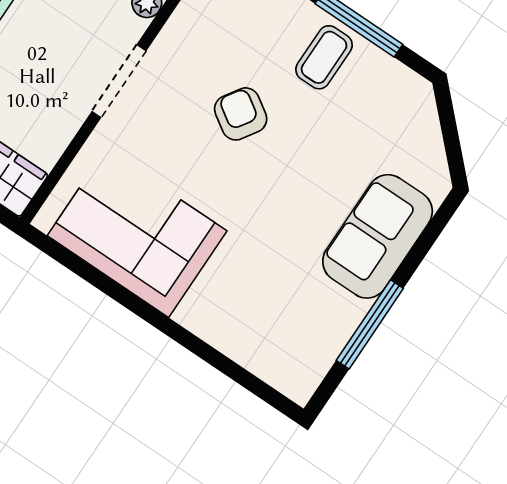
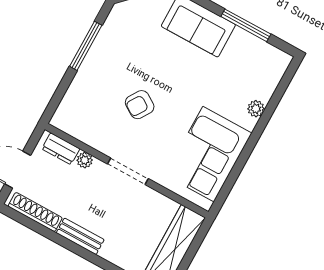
coffee table: (324, 57) -> (105, 63), removed
plant: (214, 329) -> (256, 109), added

